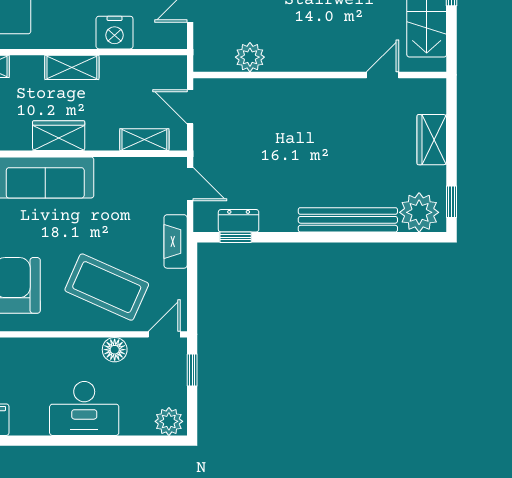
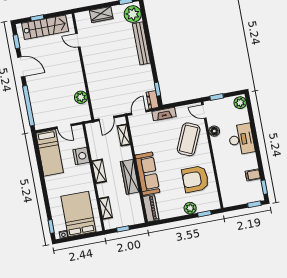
wardrobe: (59, 136) -> (130, 177), width x1.50
dresser: (239, 221) -> (152, 100), moved

